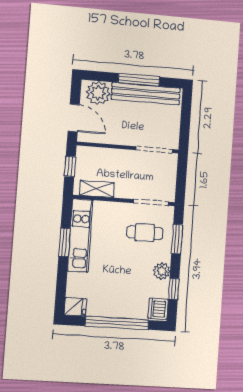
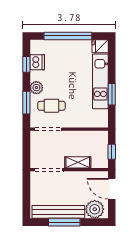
shelving: (97, 189) -> (78, 162), moved
kitchen unit: (80, 236) -> (100, 81), moved
plant: (162, 271) -> (36, 88), moved
dishwasher: (158, 309) -> (37, 62), moved

